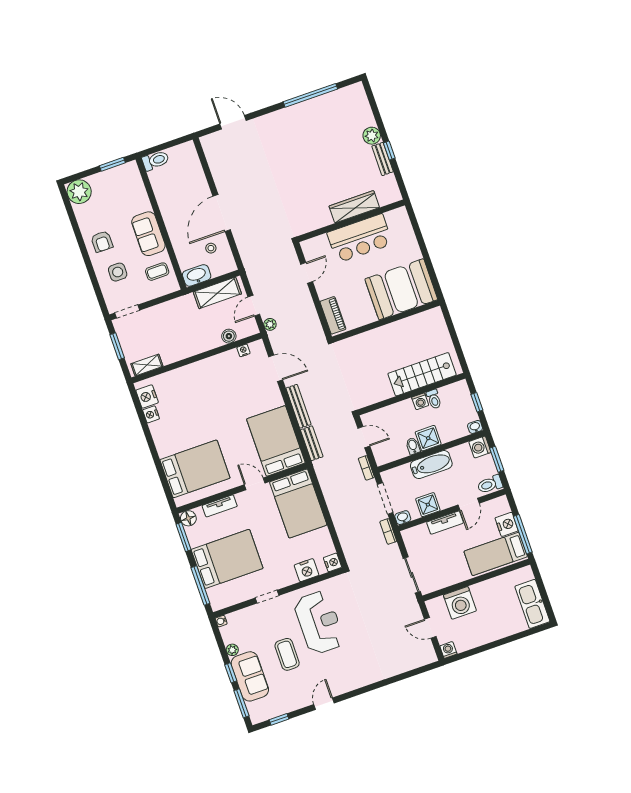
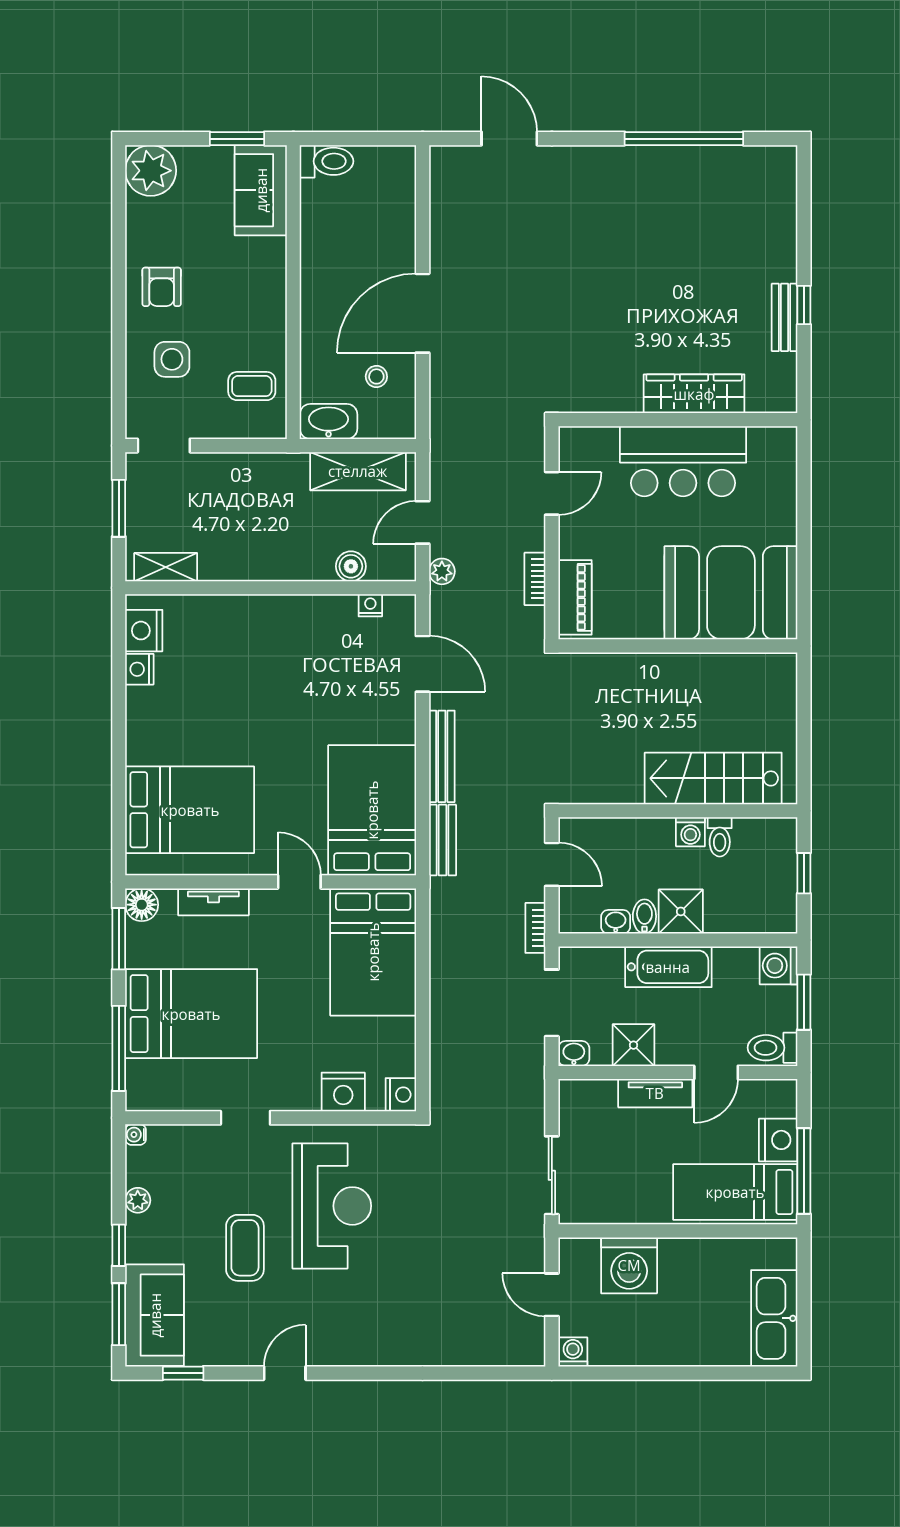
plant: (372, 136) -> (779, 263), removed
sofa: (148, 234) -> (261, 190), moved
washbasin: (475, 427) -> (616, 922), moved
bookcase: (388, 531) -> (535, 579), moved
sofa: (250, 676) -> (155, 1315), moved

